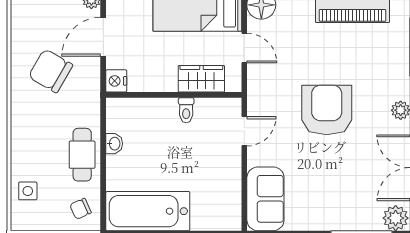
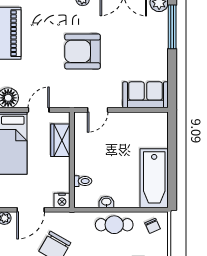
door: (103, 37) -> (31, 210), hinge flipped
toilet: (186, 110) -> (83, 181), moved
door: (244, 131) -> (98, 110), swing flipped

